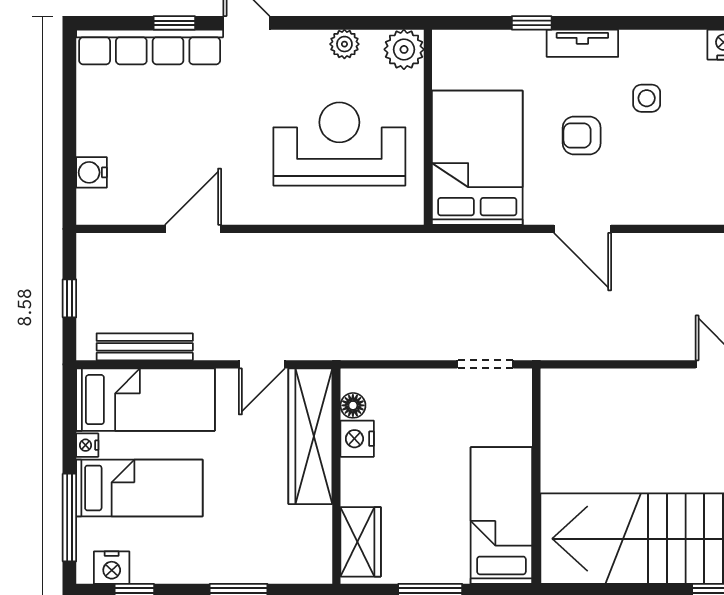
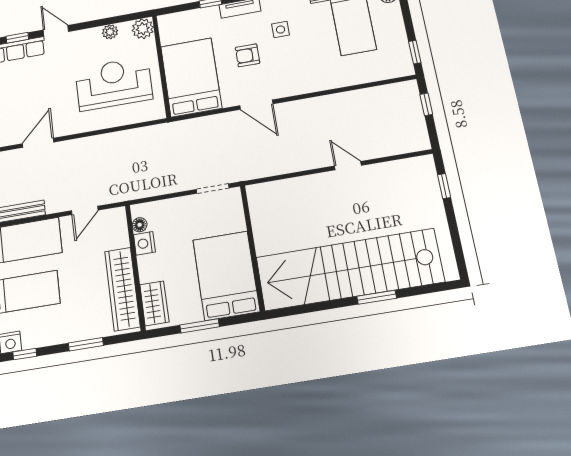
wardrobe: (310, 436) -> (122, 289), moved
bed: (501, 516) -> (226, 276), width x1.50

